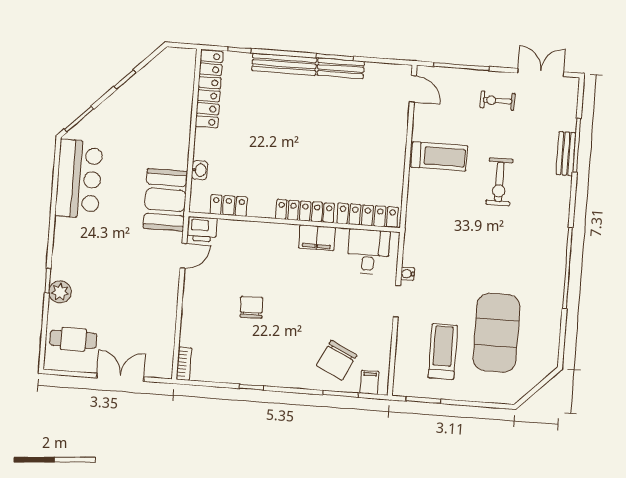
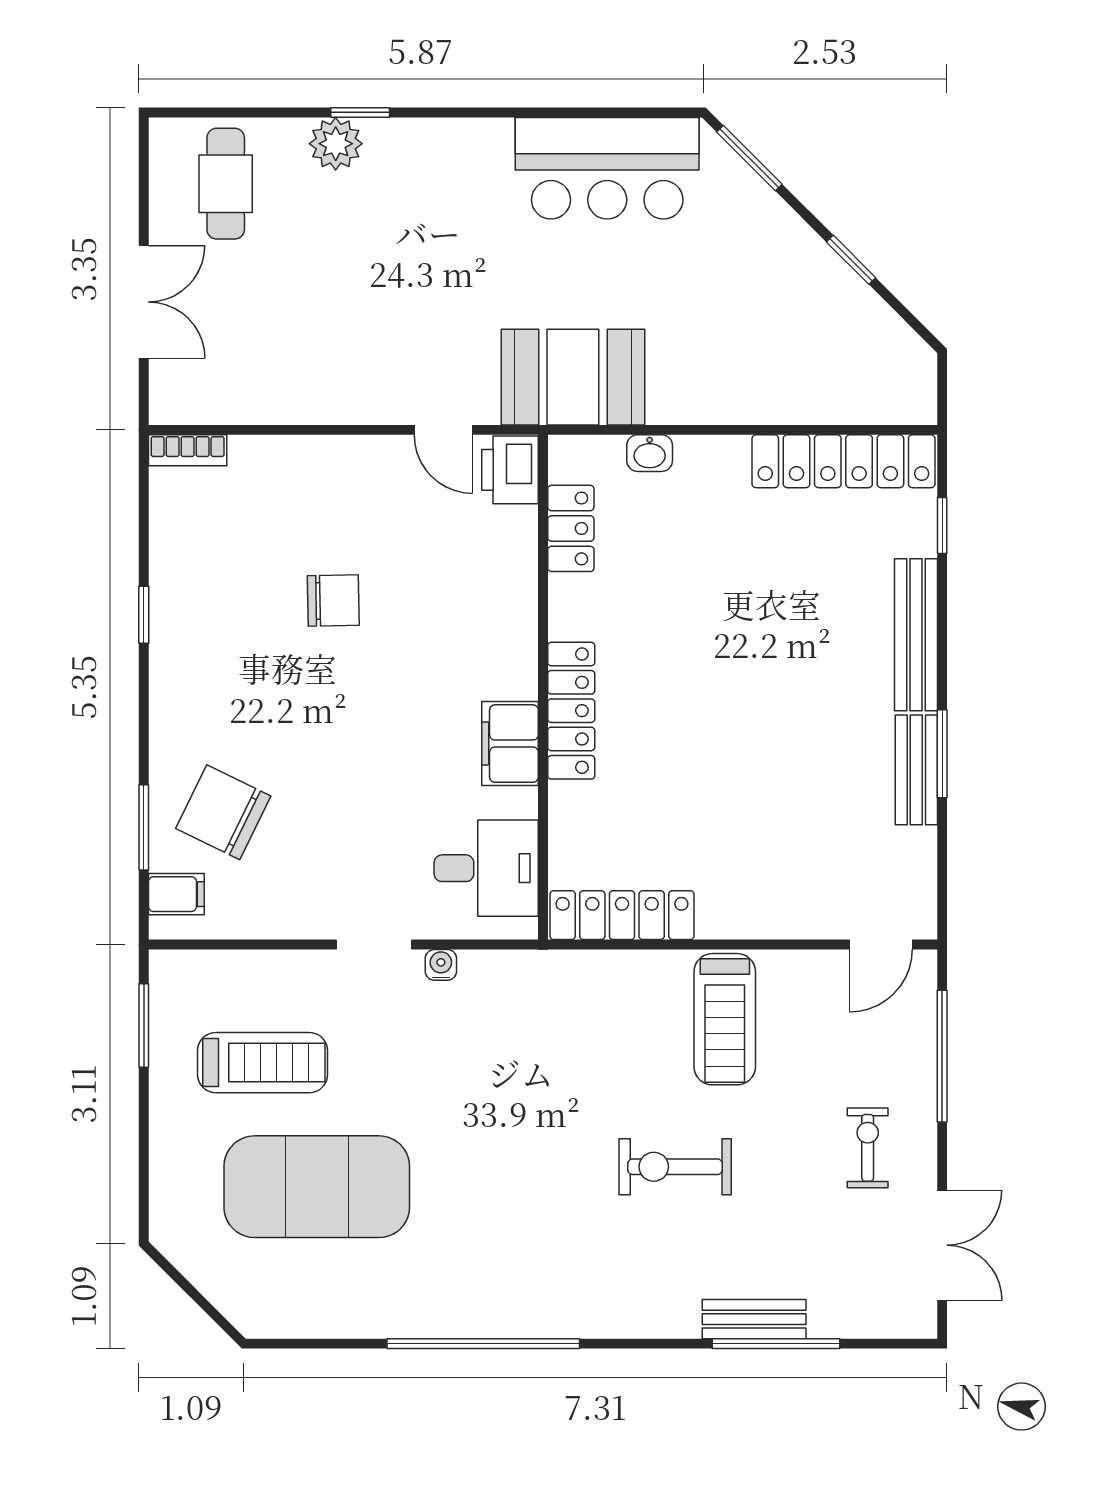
locker: (367, 215) -> (622, 915), moved, turned -90

